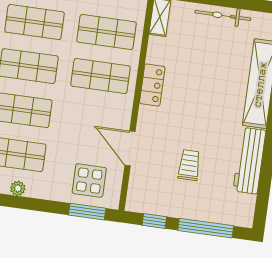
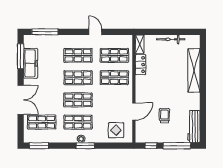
locker: (152, 85) -> (141, 65), moved
door: (130, 148) -> (134, 111), swing flipped
workbench: (249, 161) -> (194, 127), moved
window: (87, 212) -> (85, 146), moved

